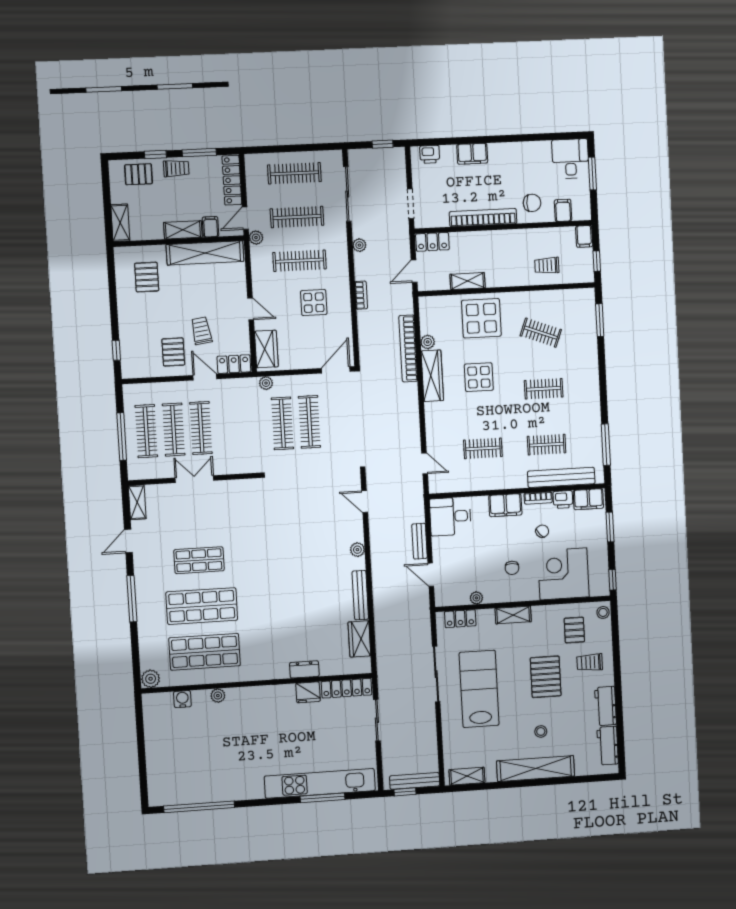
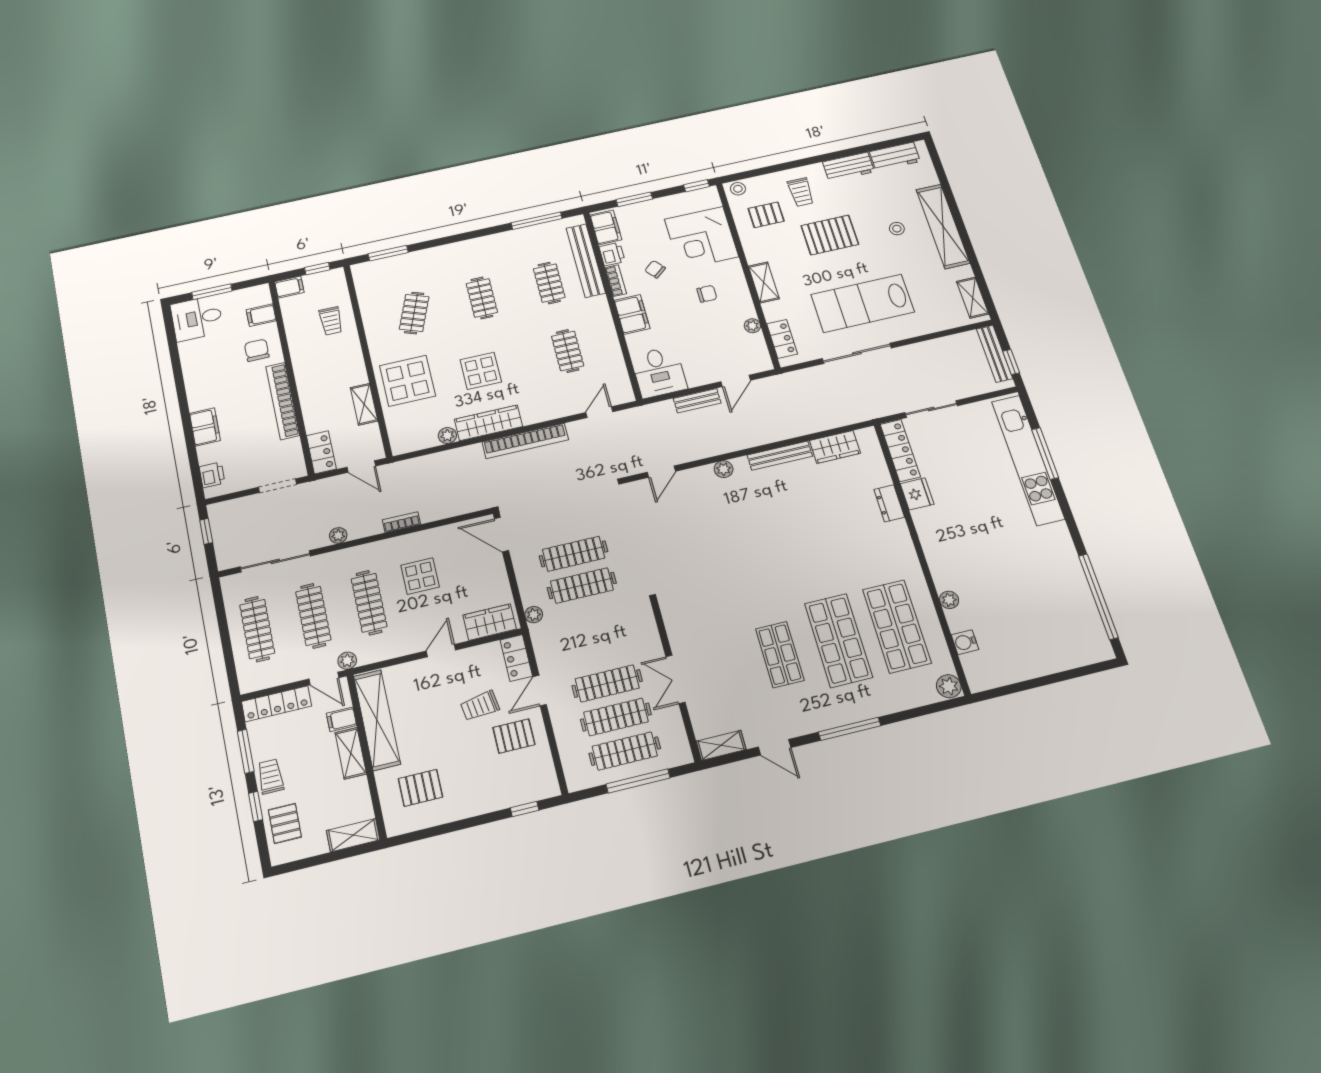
bookcase: (408, 348) -> (525, 441), moved

